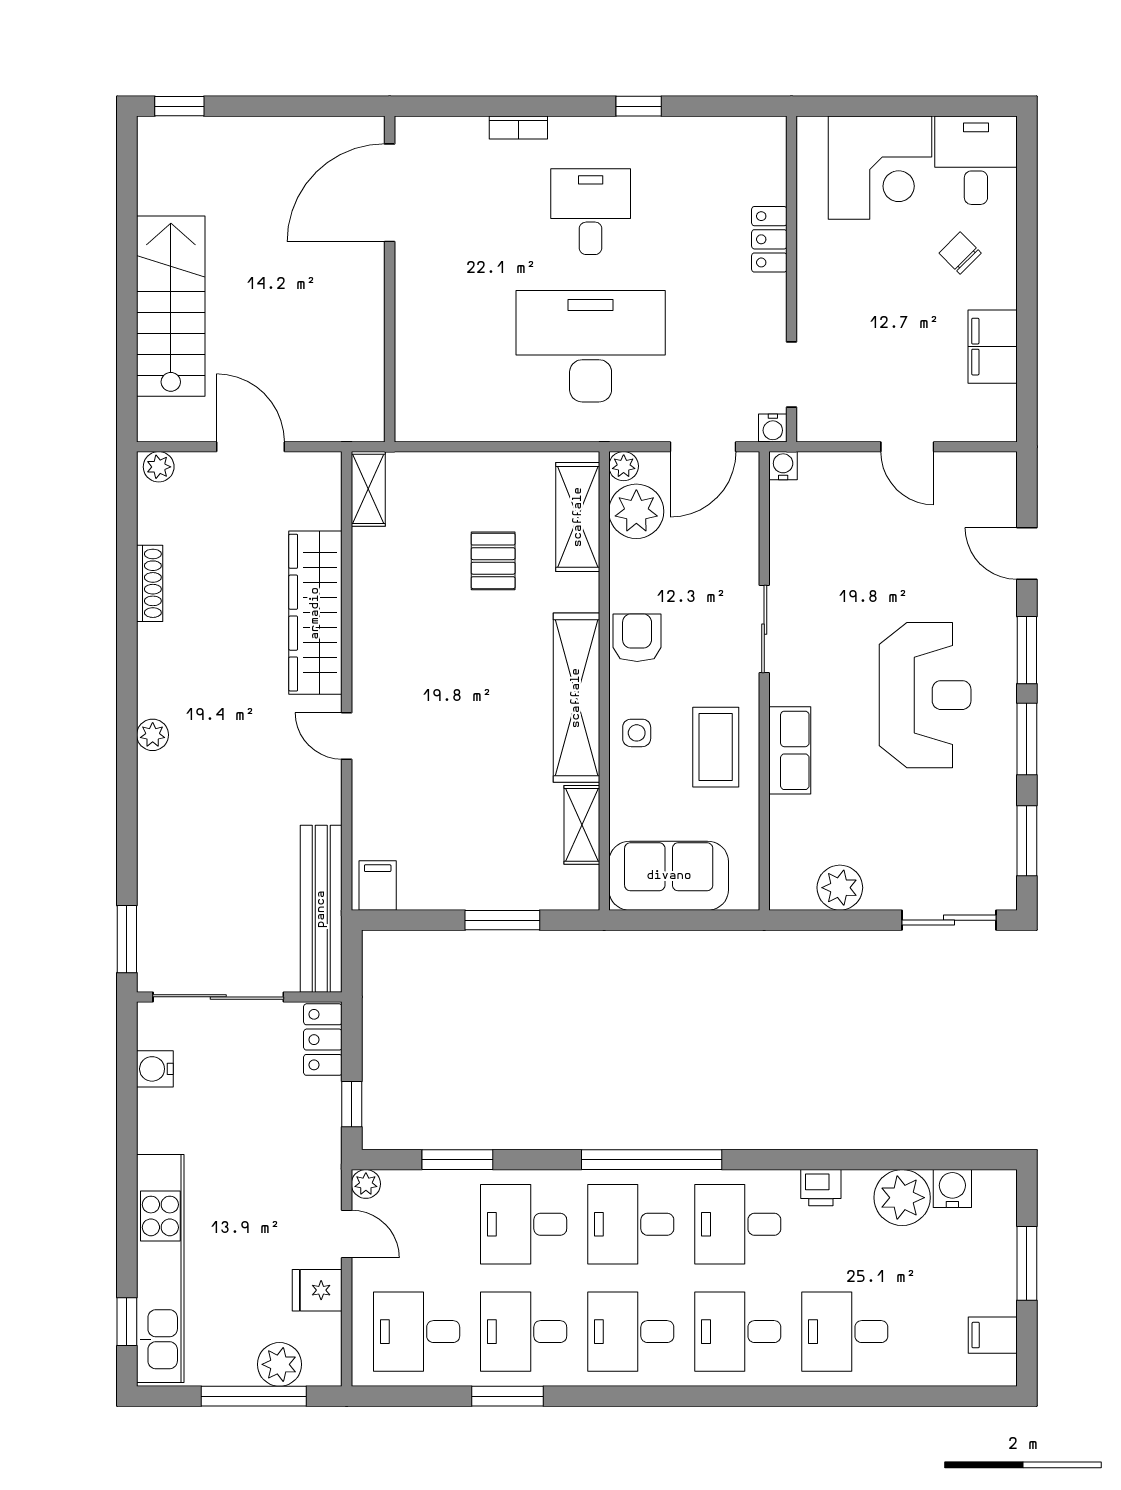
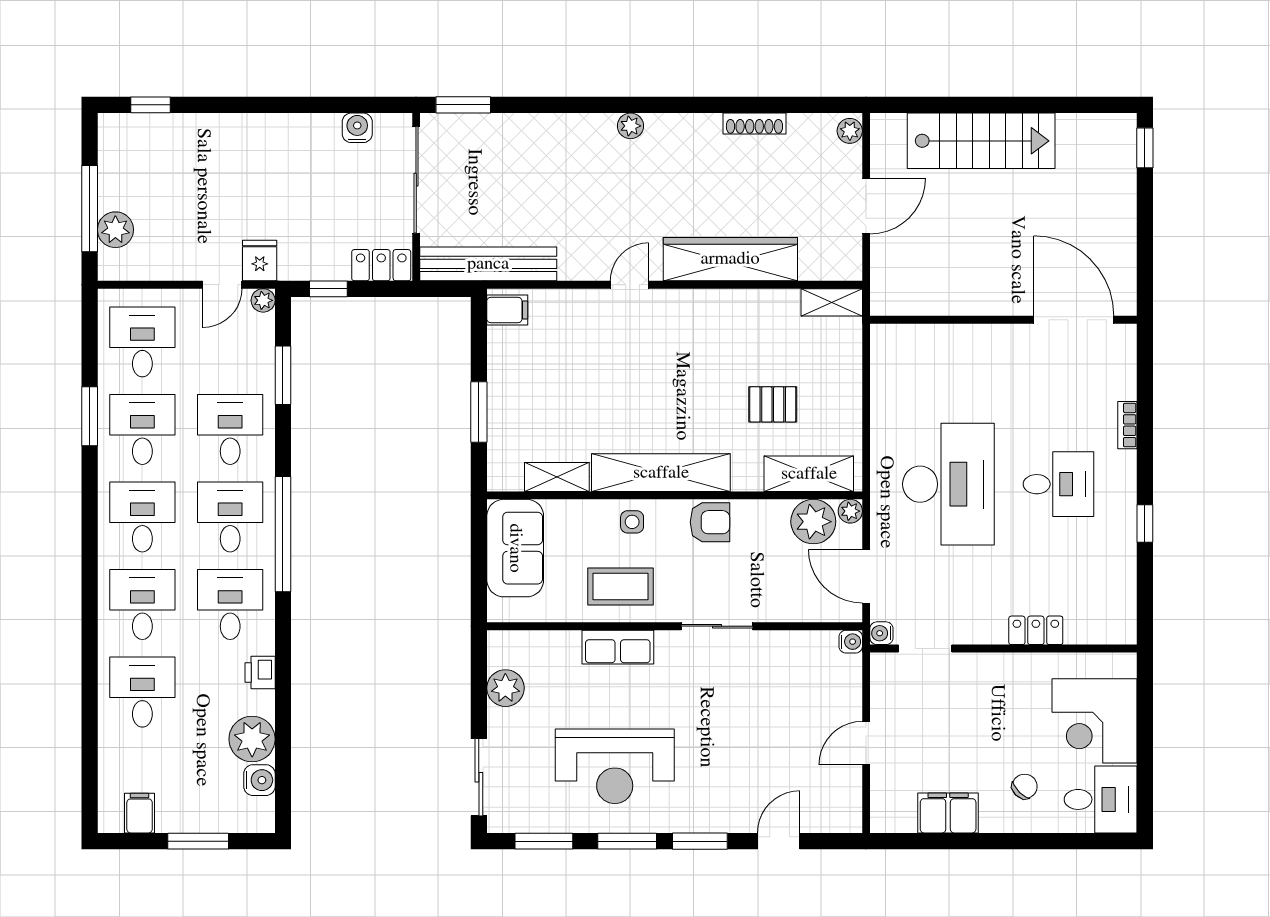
reception desk: (925, 695) -> (615, 766), moved
kitchen unit: (160, 1268) -> (194, 132), removed
fridge: (317, 1290) -> (260, 261), moved

